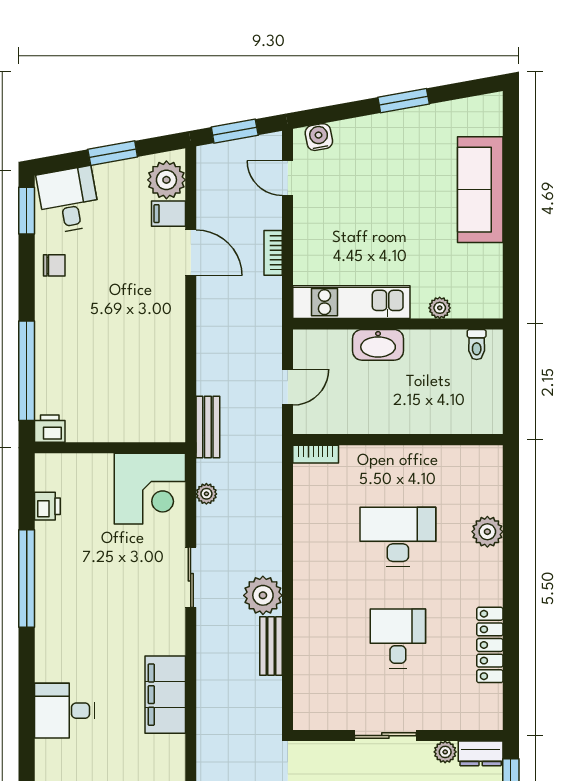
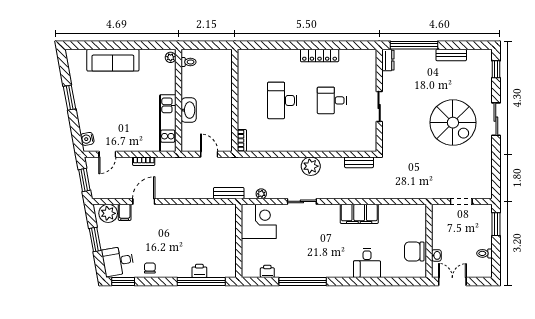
plant: (440, 308) -> (171, 57), moved
printer: (50, 429) -> (199, 271), moved, turned 90
plant: (487, 532) -> (280, 57), removed
locker: (490, 645) -> (320, 56), moved
bench: (271, 646) -> (359, 162), moved
plant: (445, 752) -> (387, 77), removed

